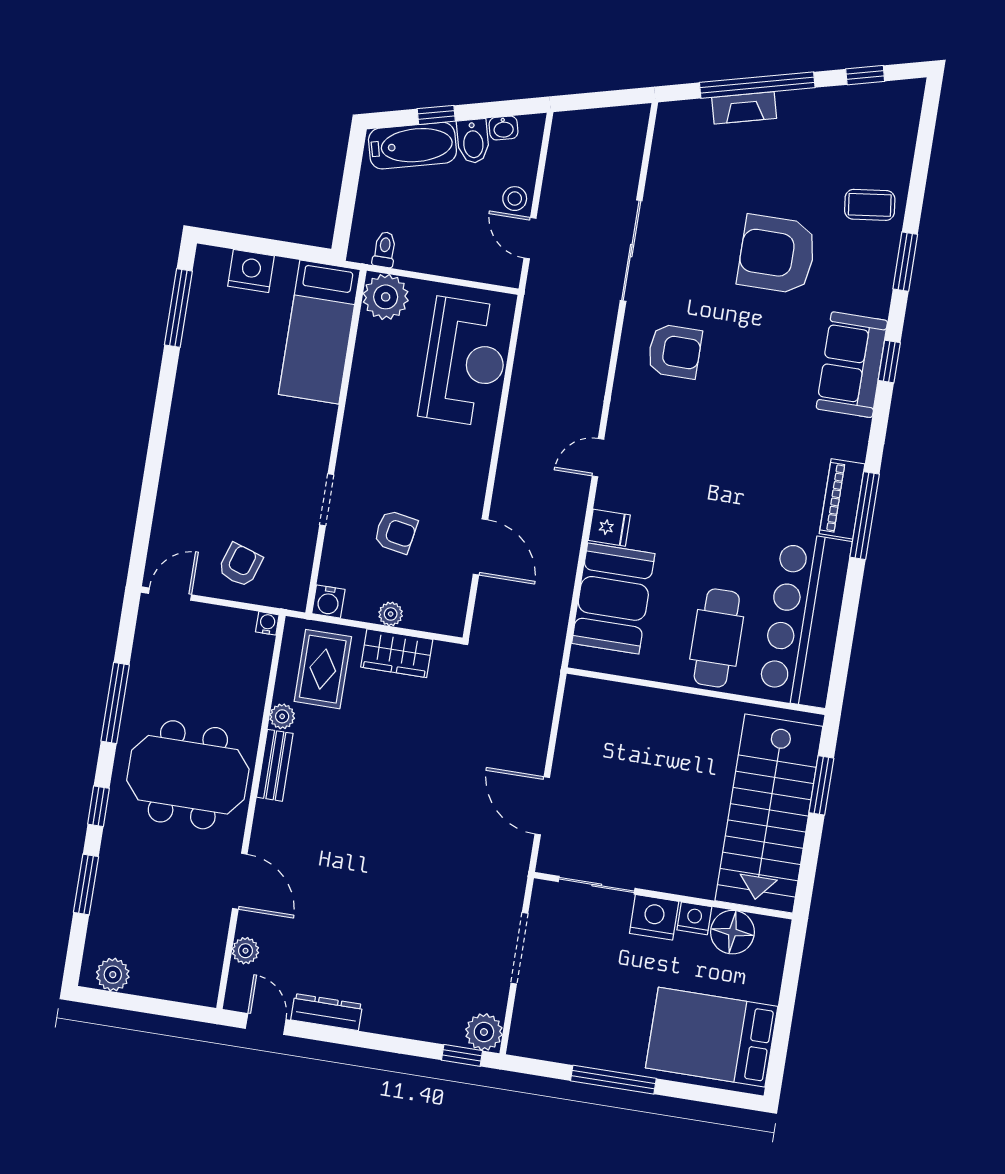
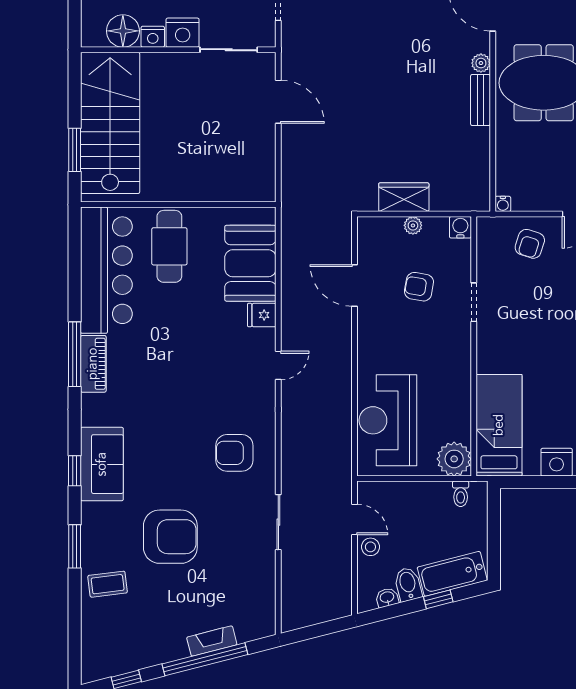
sliding door: (631, 251) -> (278, 522), width x0.73
rug: (323, 669) -> (457, 177), removed
plant: (282, 716) -> (481, 63), moved

